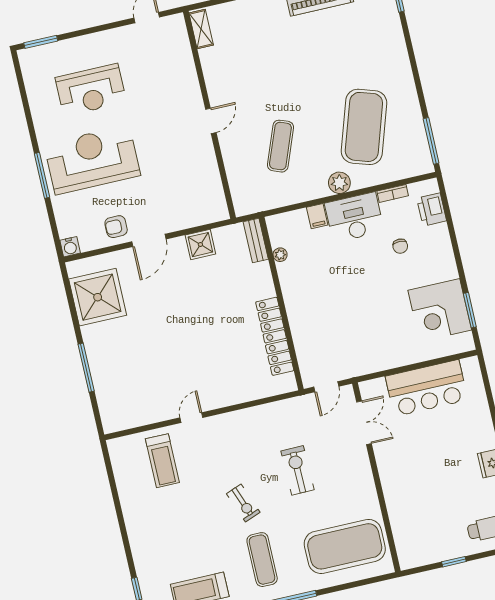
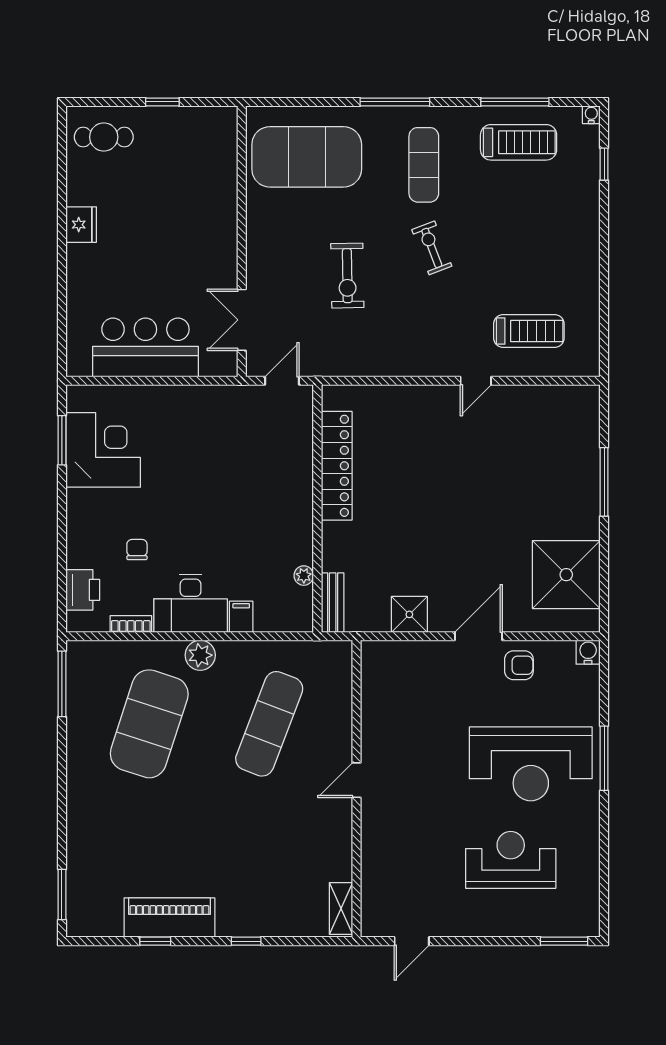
exercise mat: (280, 146) -> (269, 724), width x1.36, depth x1.45
treadmill: (162, 461) -> (529, 331), turned 90

